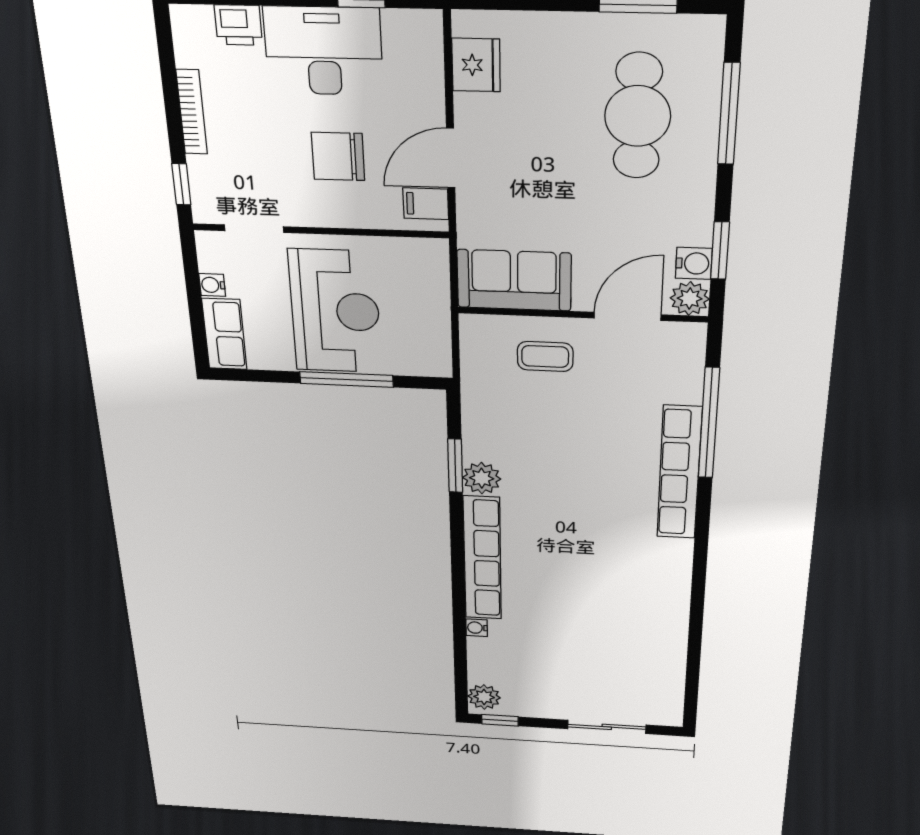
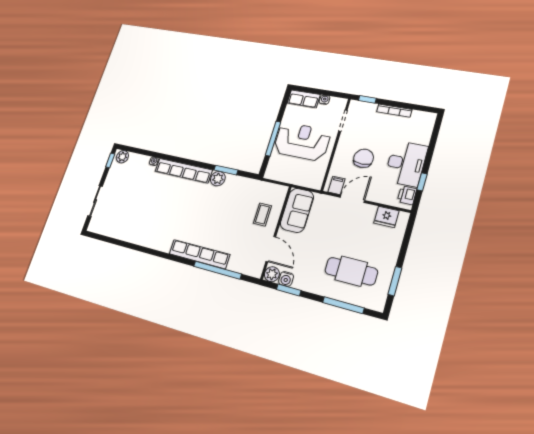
printer: (238, 25) -> (407, 195), moved
door: (451, 158) -> (352, 199), hinge flipped
reception desk: (335, 311) -> (302, 142), turned 180

